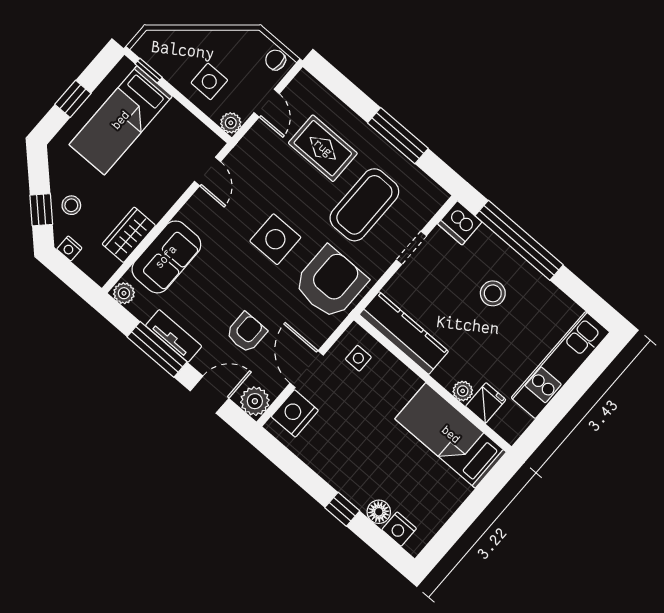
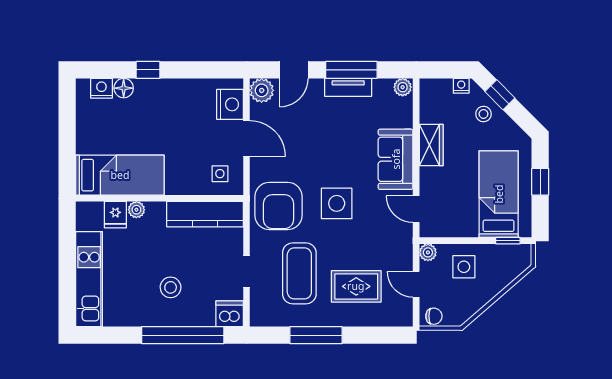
wardrobe: (129, 235) -> (431, 145), moved
sofa: (166, 257) -> (396, 159), moved
armchair: (246, 332) -> (304, 129), removed

